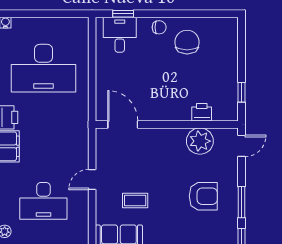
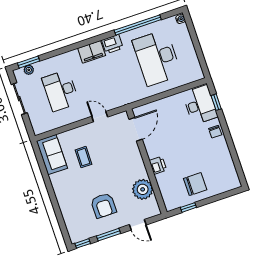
desk: (120, 35) -> (200, 105), width x1.37
chair: (187, 42) -> (195, 184), moved
printer: (202, 112) -> (158, 165), moved
door: (241, 146) -> (138, 225), moved
door: (92, 179) -> (100, 117), moved

